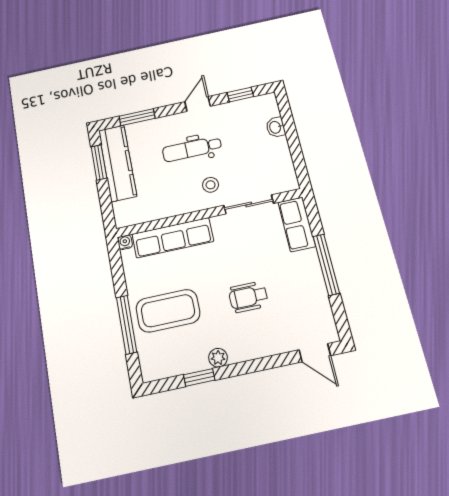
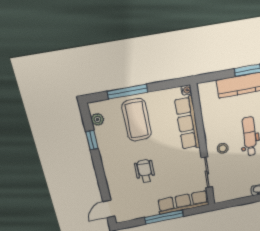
row of seats: (297, 224) -> (183, 202), width x1.48
plant: (218, 358) -> (97, 120), moved

